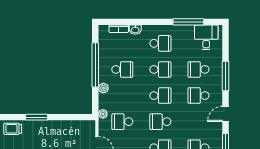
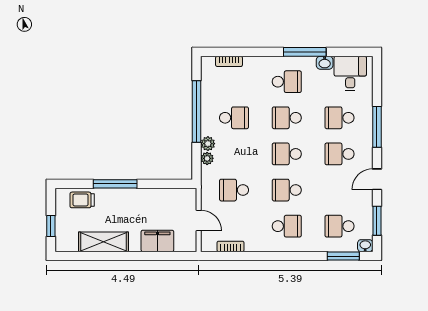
window: (188, 22) -> (305, 52), moved
washbasin: (135, 30) -> (325, 63), moved
school desk: (160, 69) -> (287, 118), turned 180
school desk: (160, 96) -> (287, 154), turned 180
plant: (103, 114) -> (207, 158), moved
window: (36, 117) -> (115, 184), width x1.44

